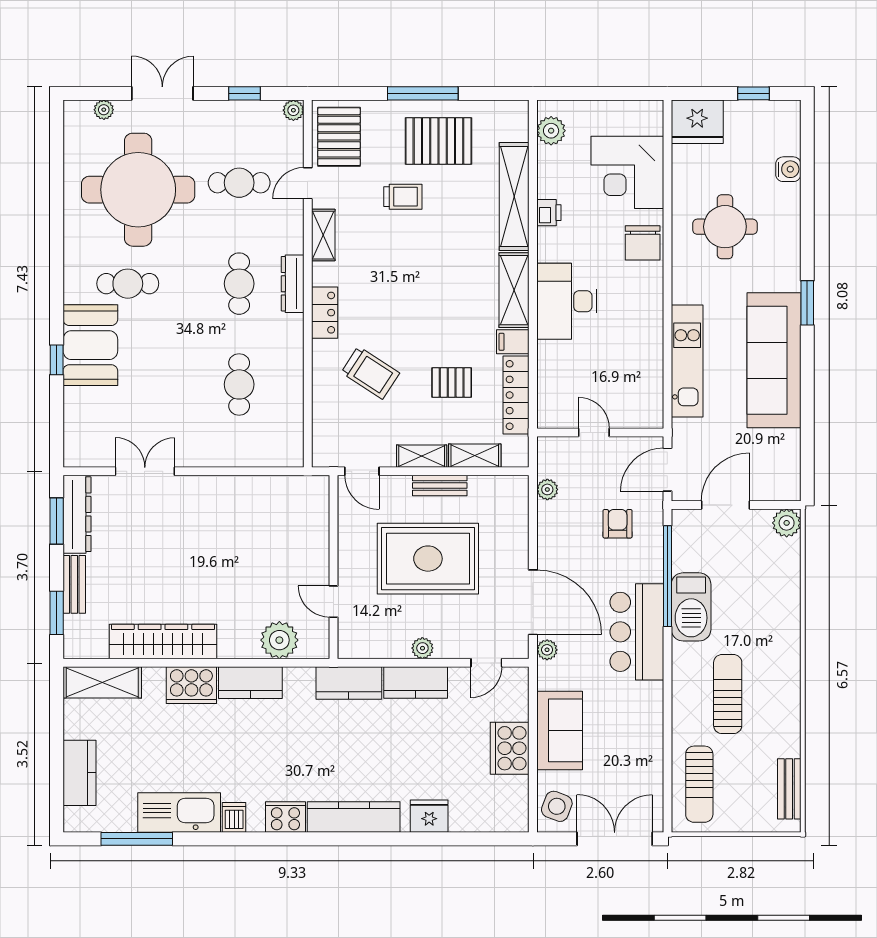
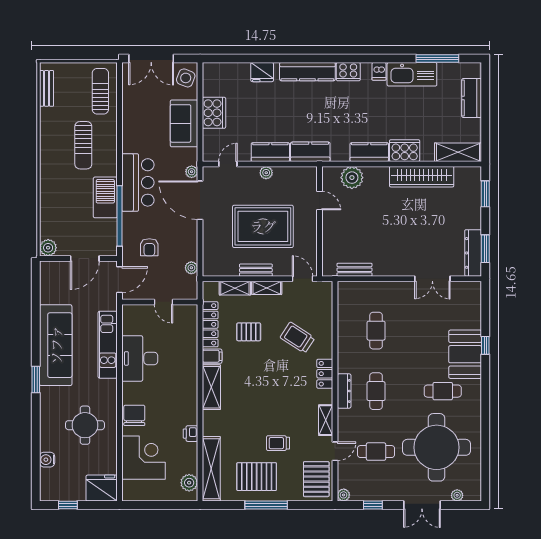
shelving: (514, 196) -> (211, 469), moved
desk: (567, 301) -> (140, 358), moved, turned 180
bench: (74, 584) -> (355, 270), moved, turned 90

